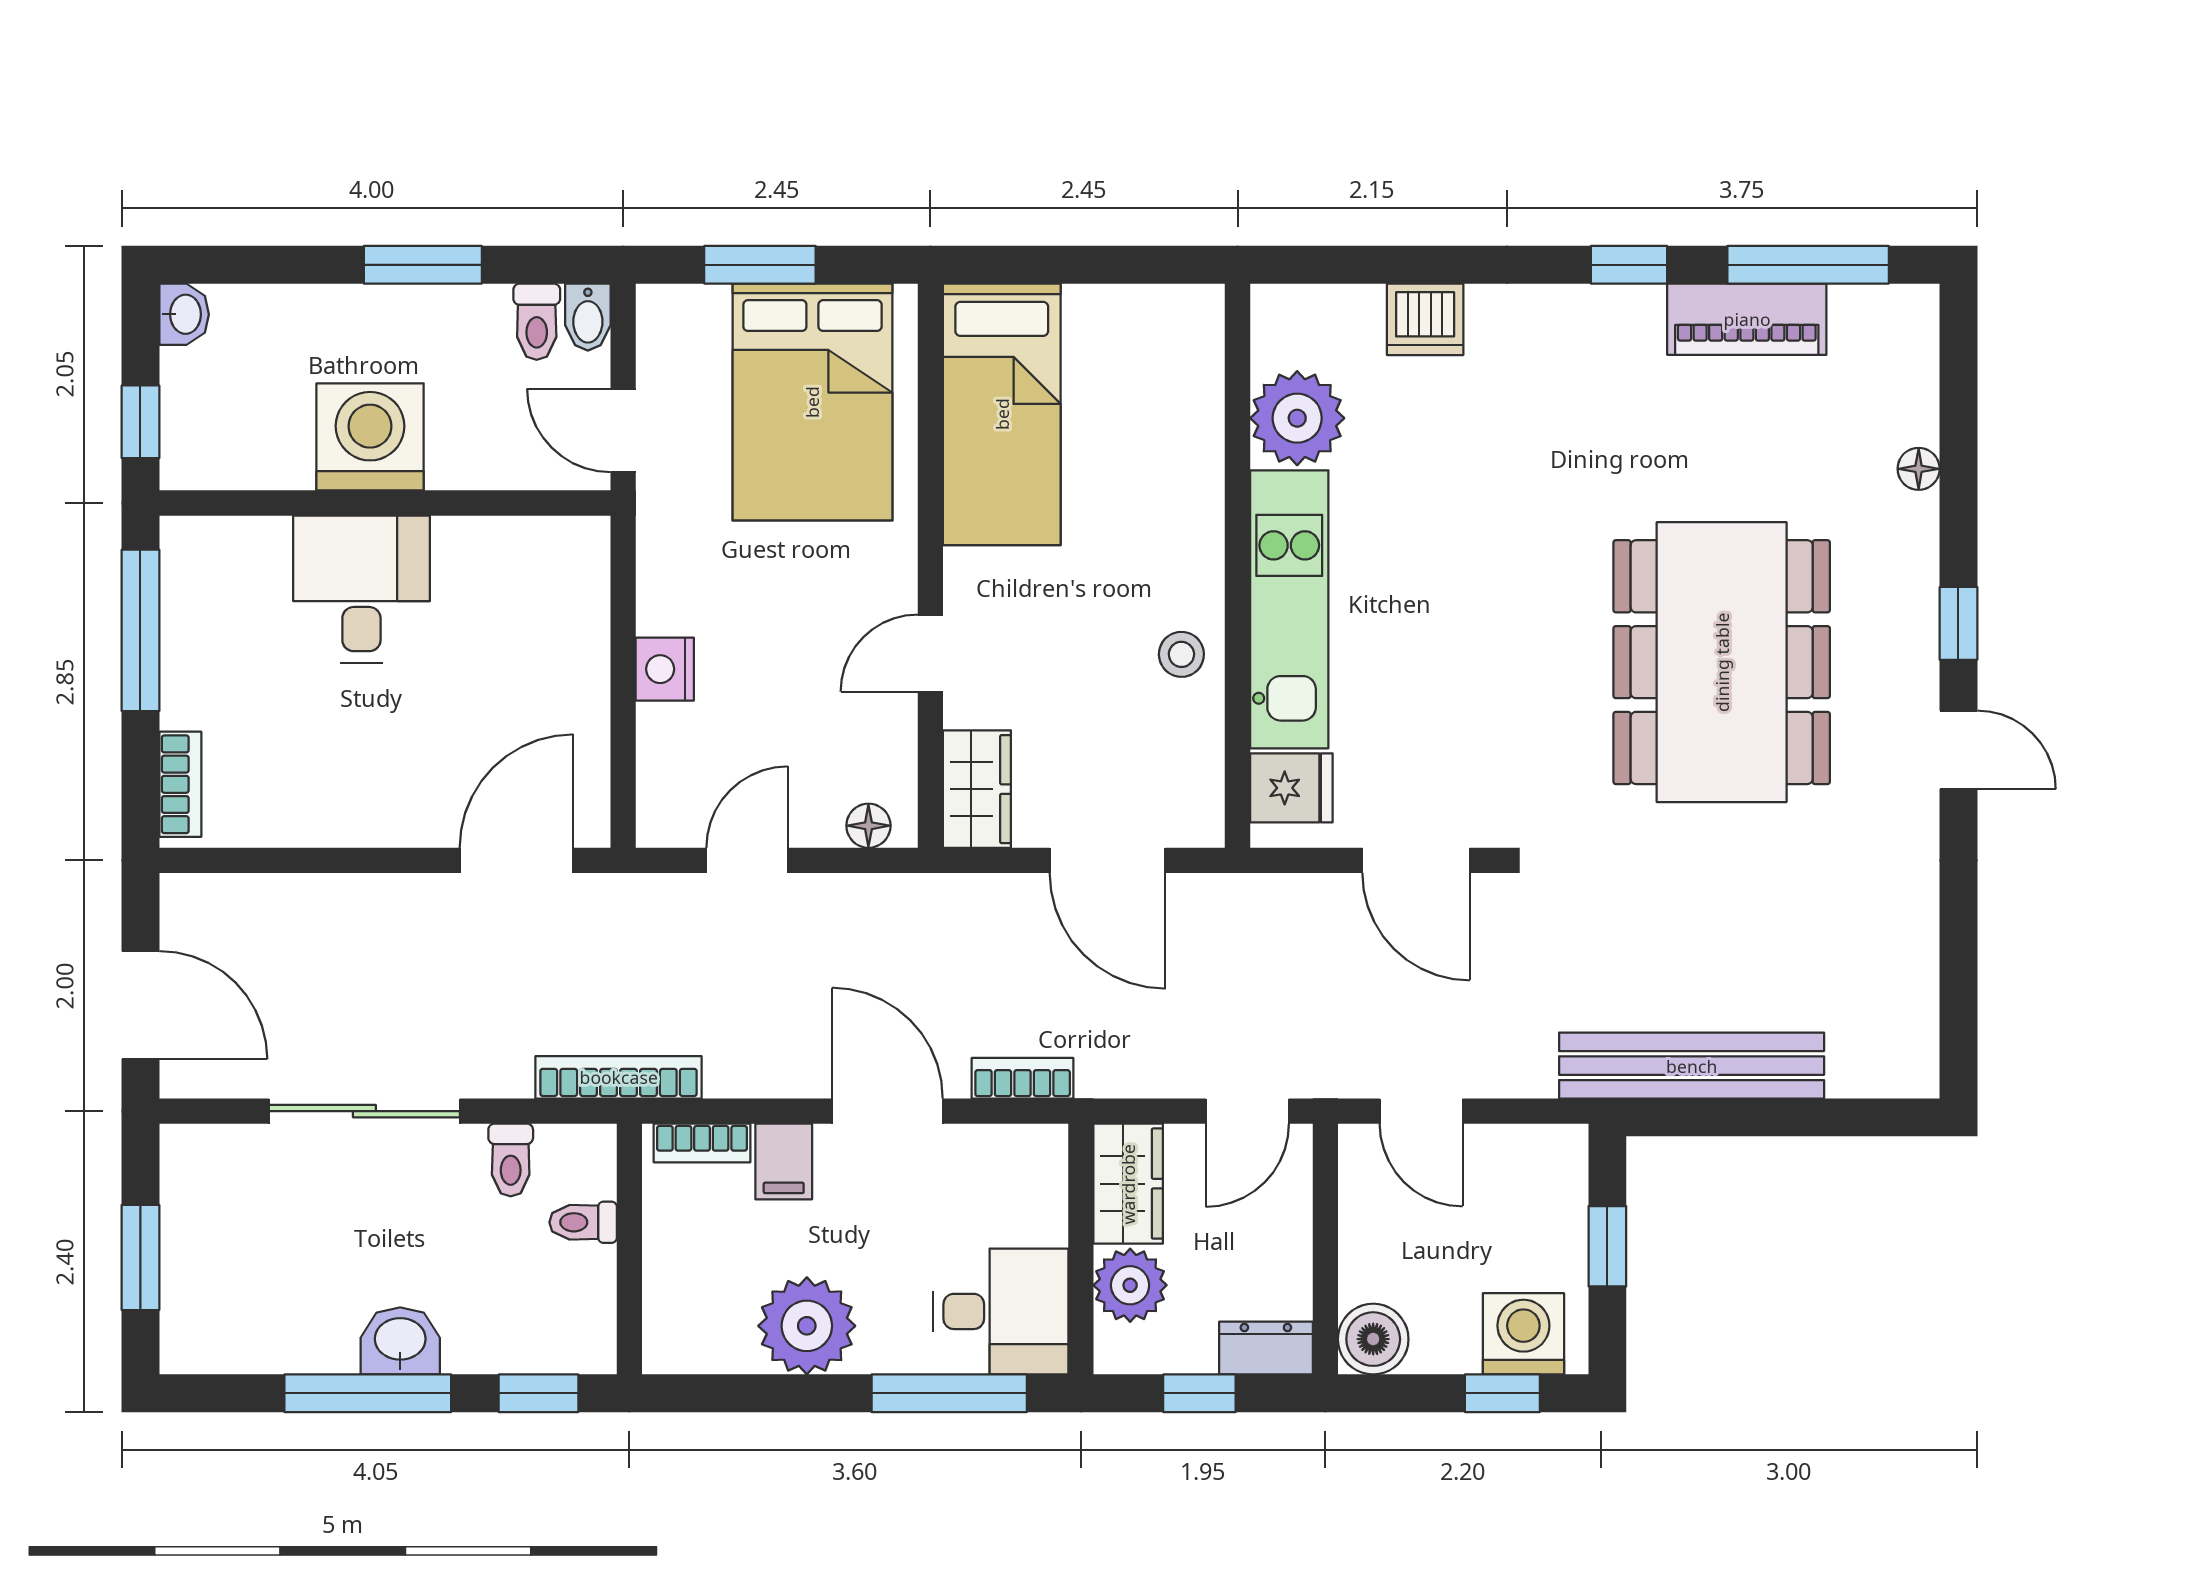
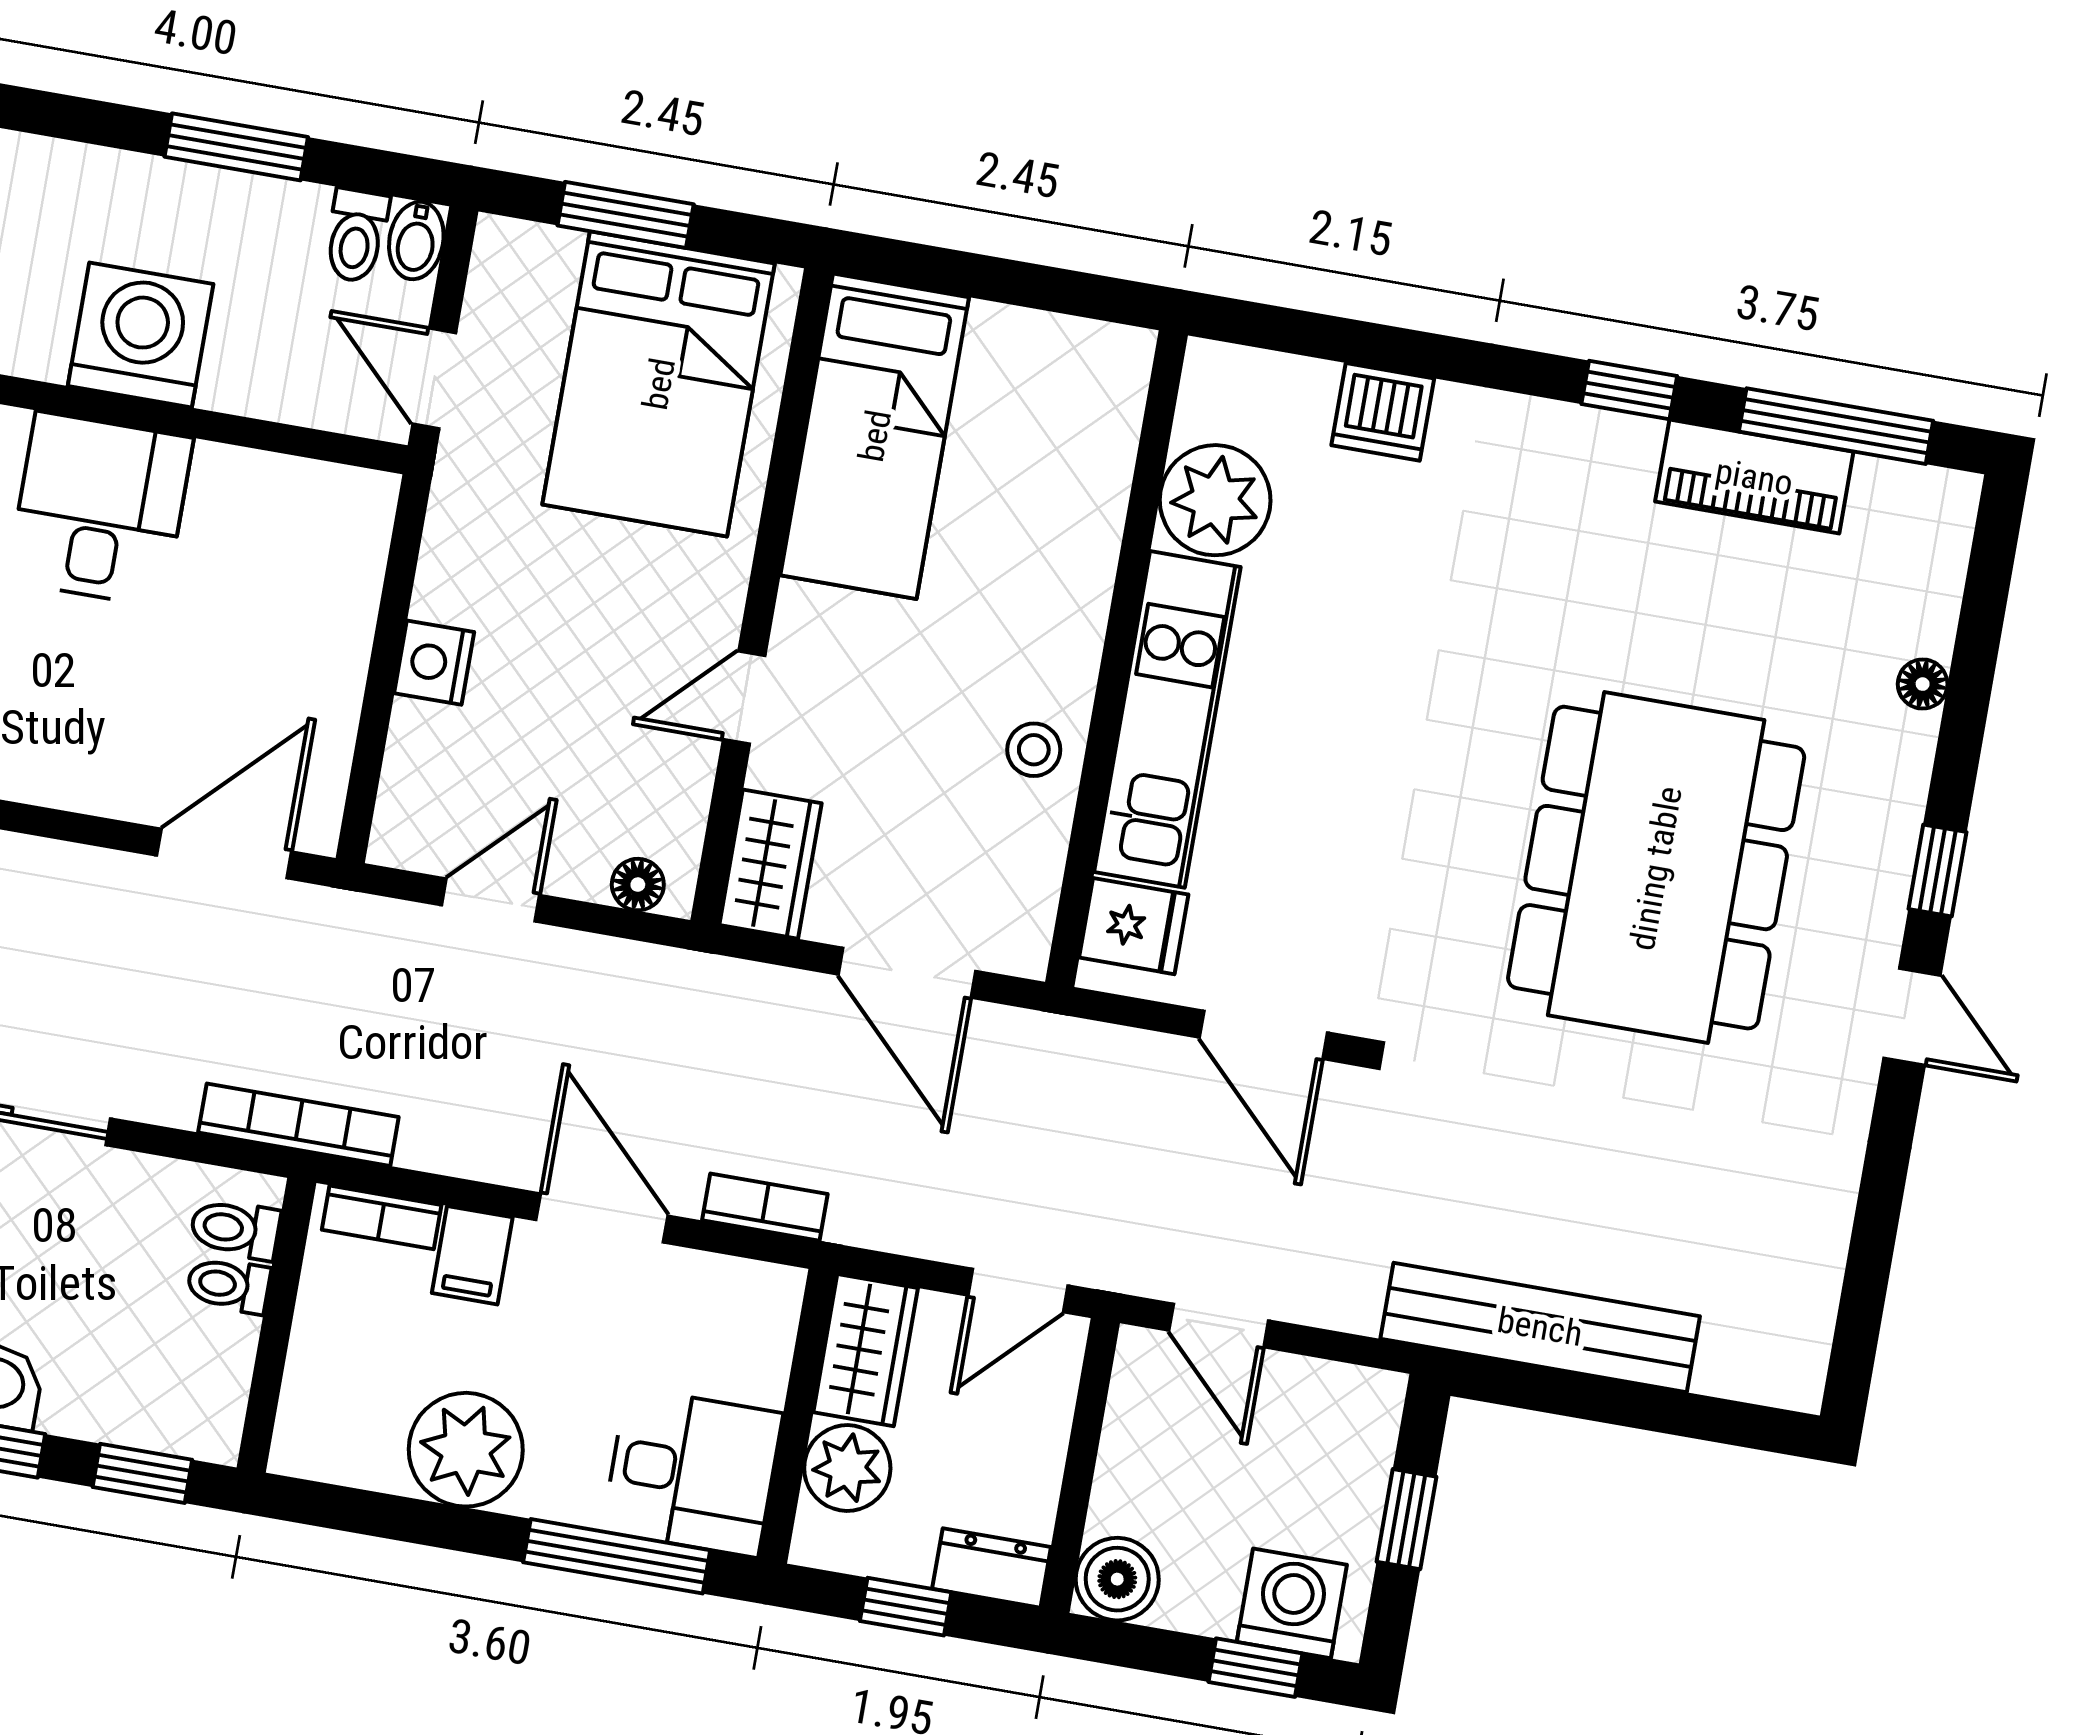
toilet: (511, 1160) -> (235, 1229), moved, turned 90

